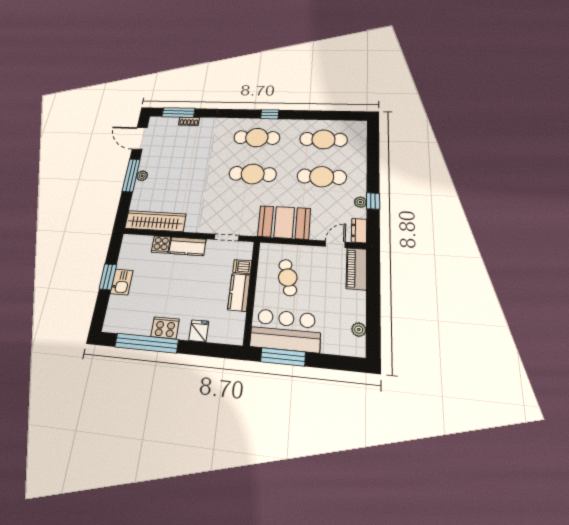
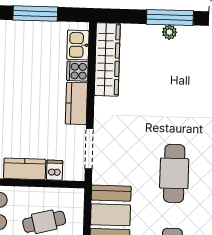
doorway: (227, 237) -> (89, 149), width x1.38
window: (108, 277) -> (35, 14), width x1.44
kitchen sink: (122, 282) -> (78, 45), moved, turned 90

